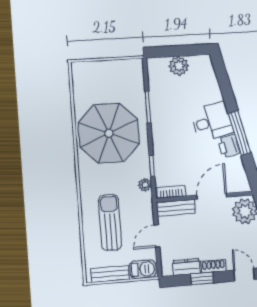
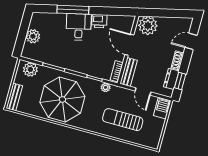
plant: (134, 77) -> (30, 69), added
window: (240, 133) -> (73, 10), moved
bench: (110, 274) -> (14, 97), moved
window: (202, 278) -> (180, 81), moved

